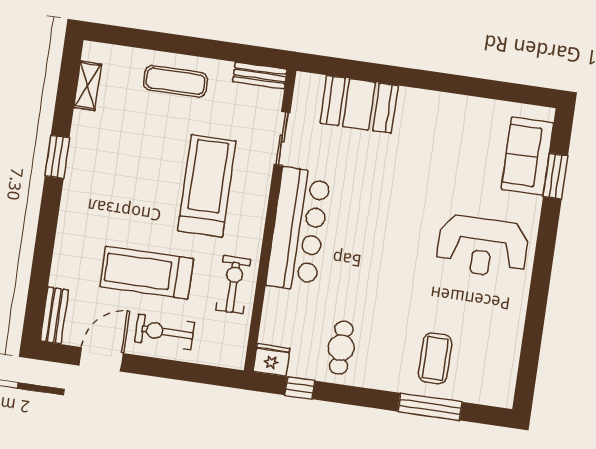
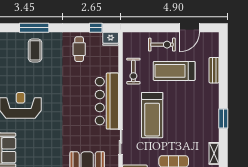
treadmill: (147, 273) -> (174, 71), turned 180
bench: (54, 315) -> (214, 70), moved

